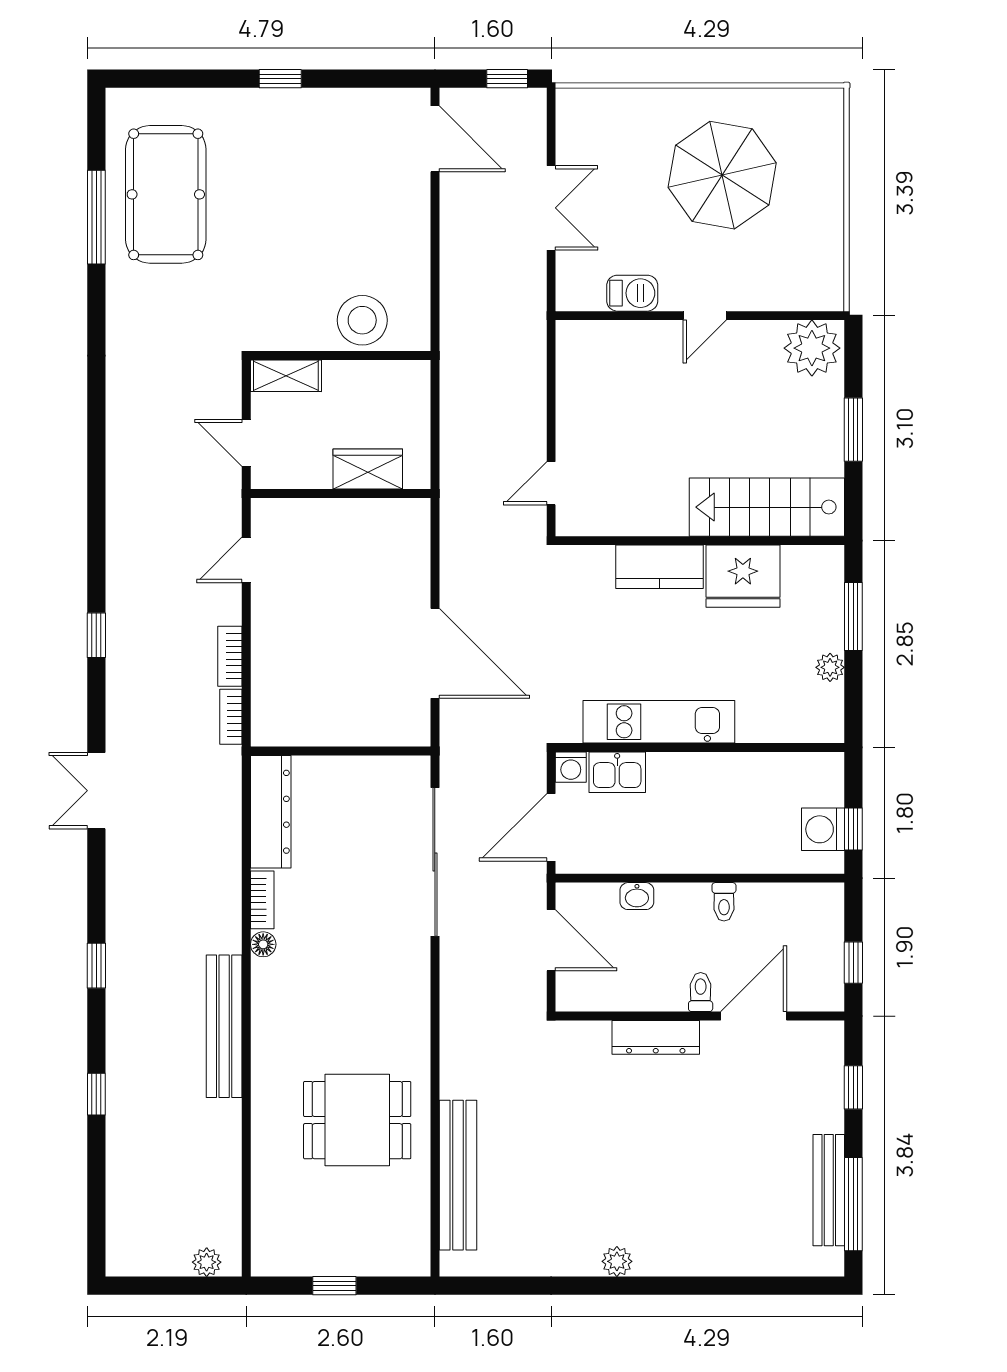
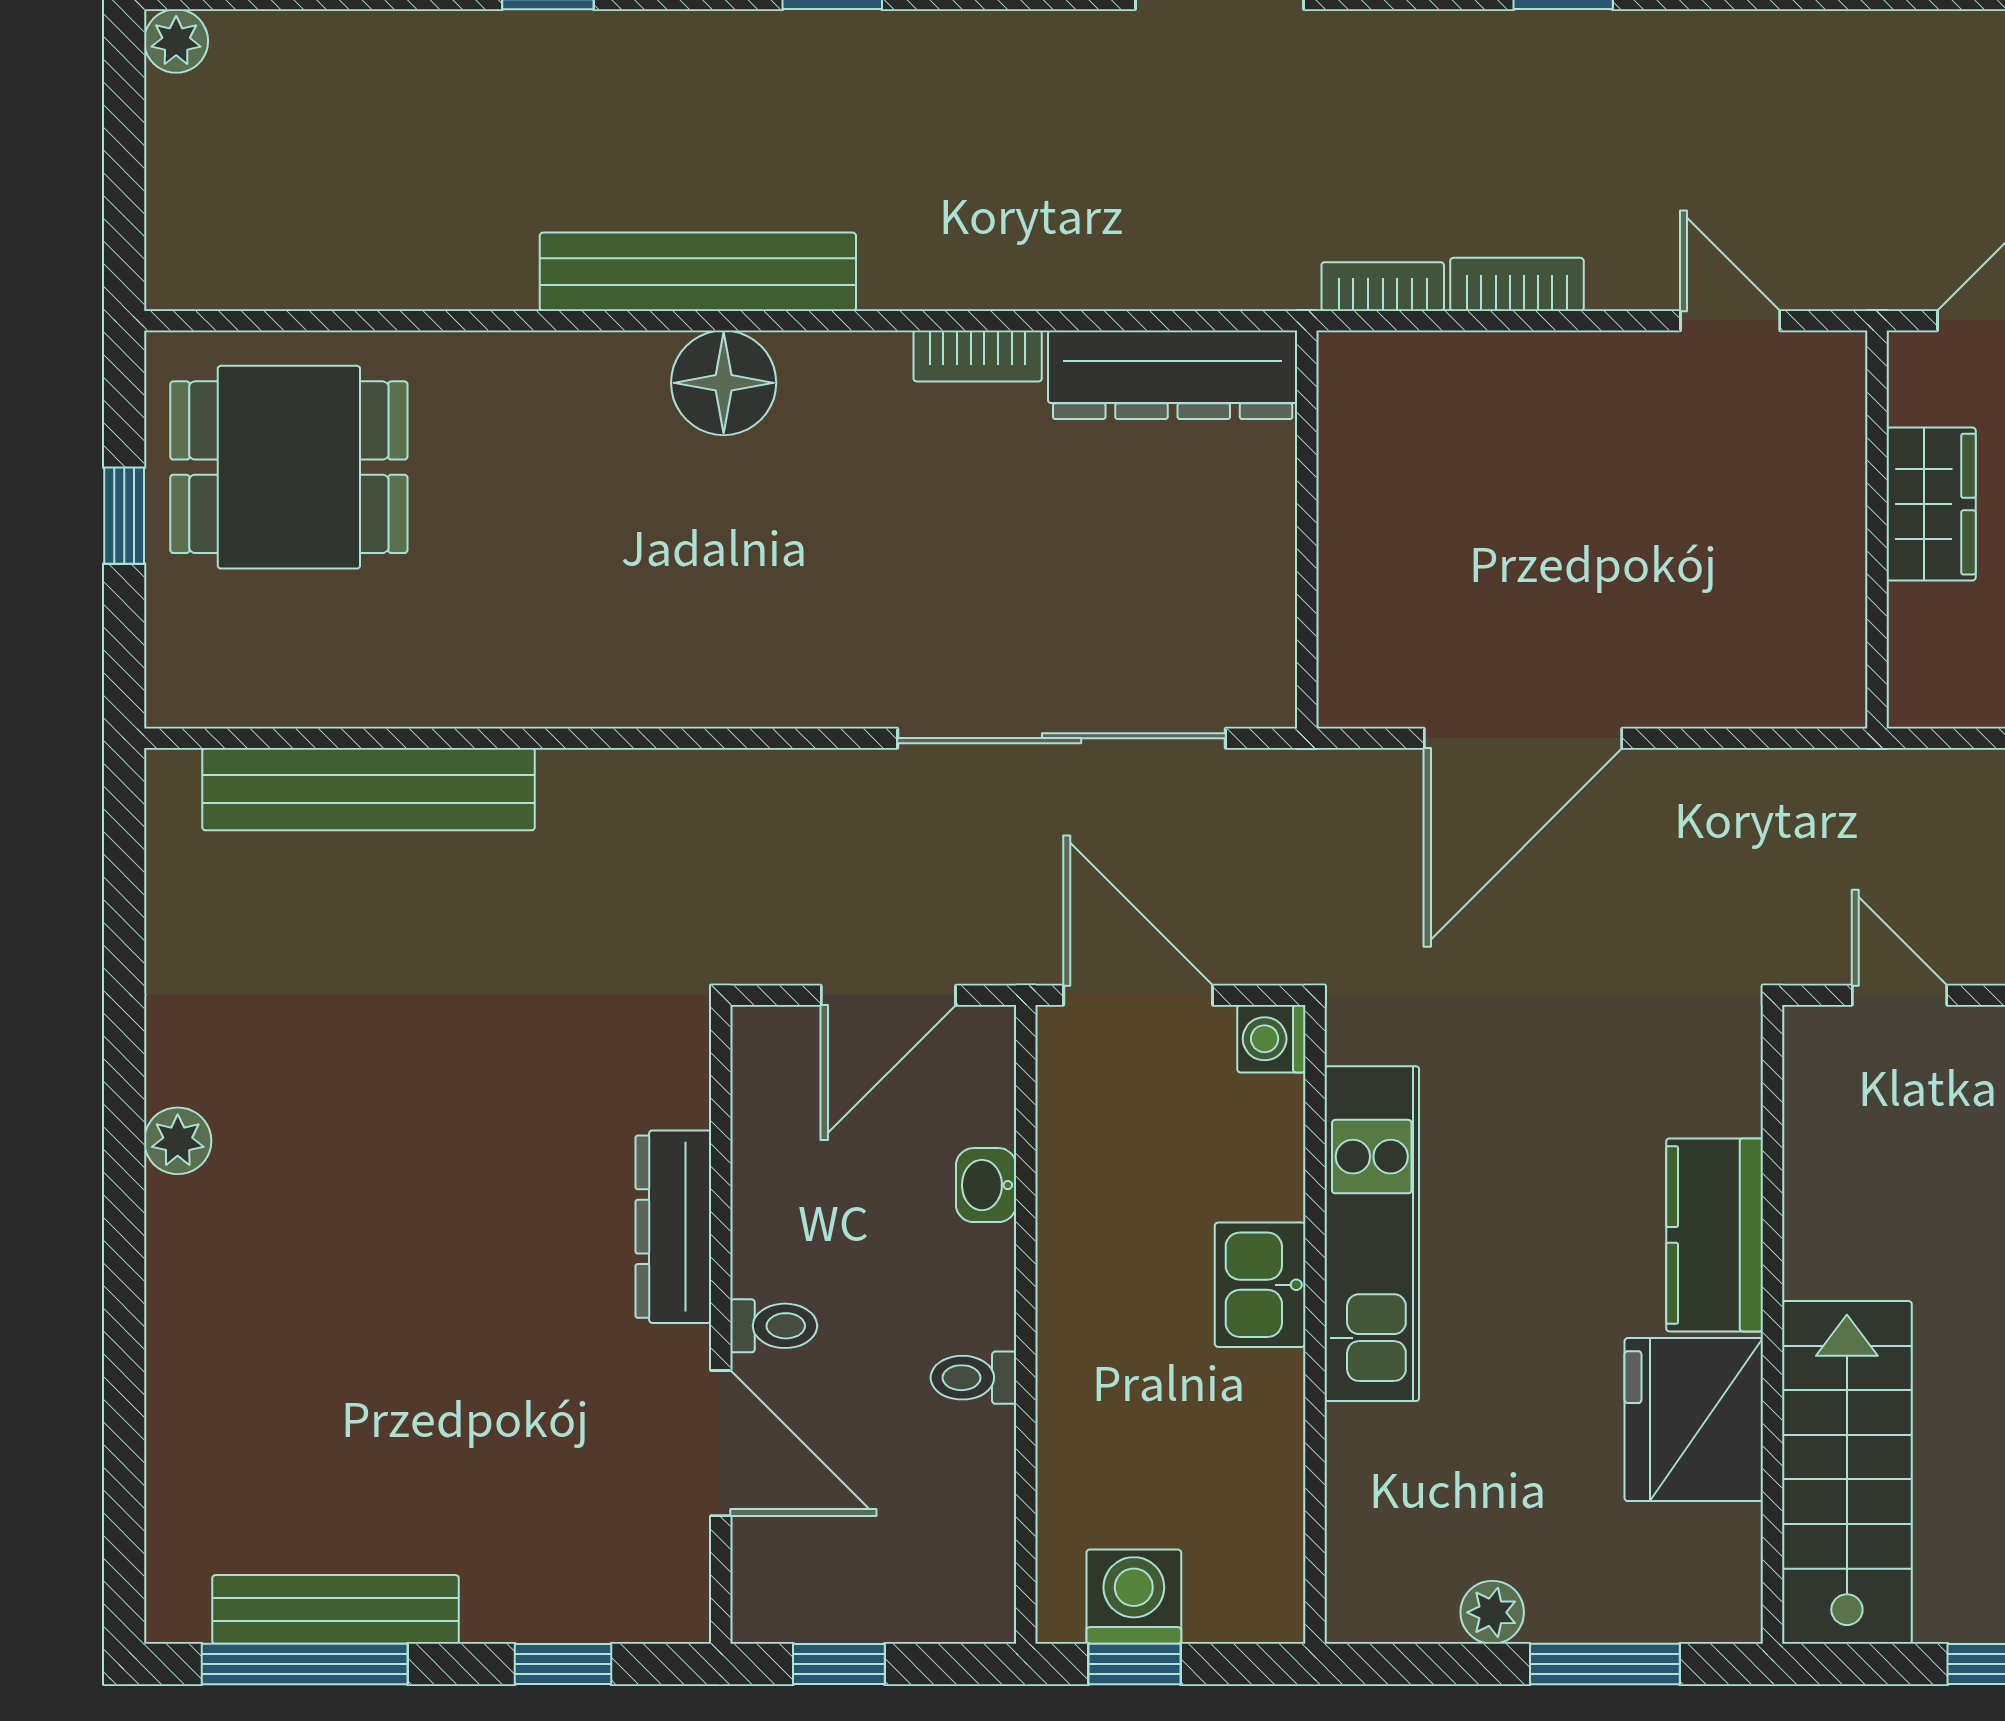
wardrobe: (368, 469) -> (1931, 504), moved
kitchen sink: (617, 772) -> (1260, 1285), moved
floor lamp: (263, 944) -> (724, 383), moved, width x1.89, depth x1.89
dining table: (357, 1120) -> (289, 467), moved, turned 90
plant: (207, 1262) -> (176, 41), moved

